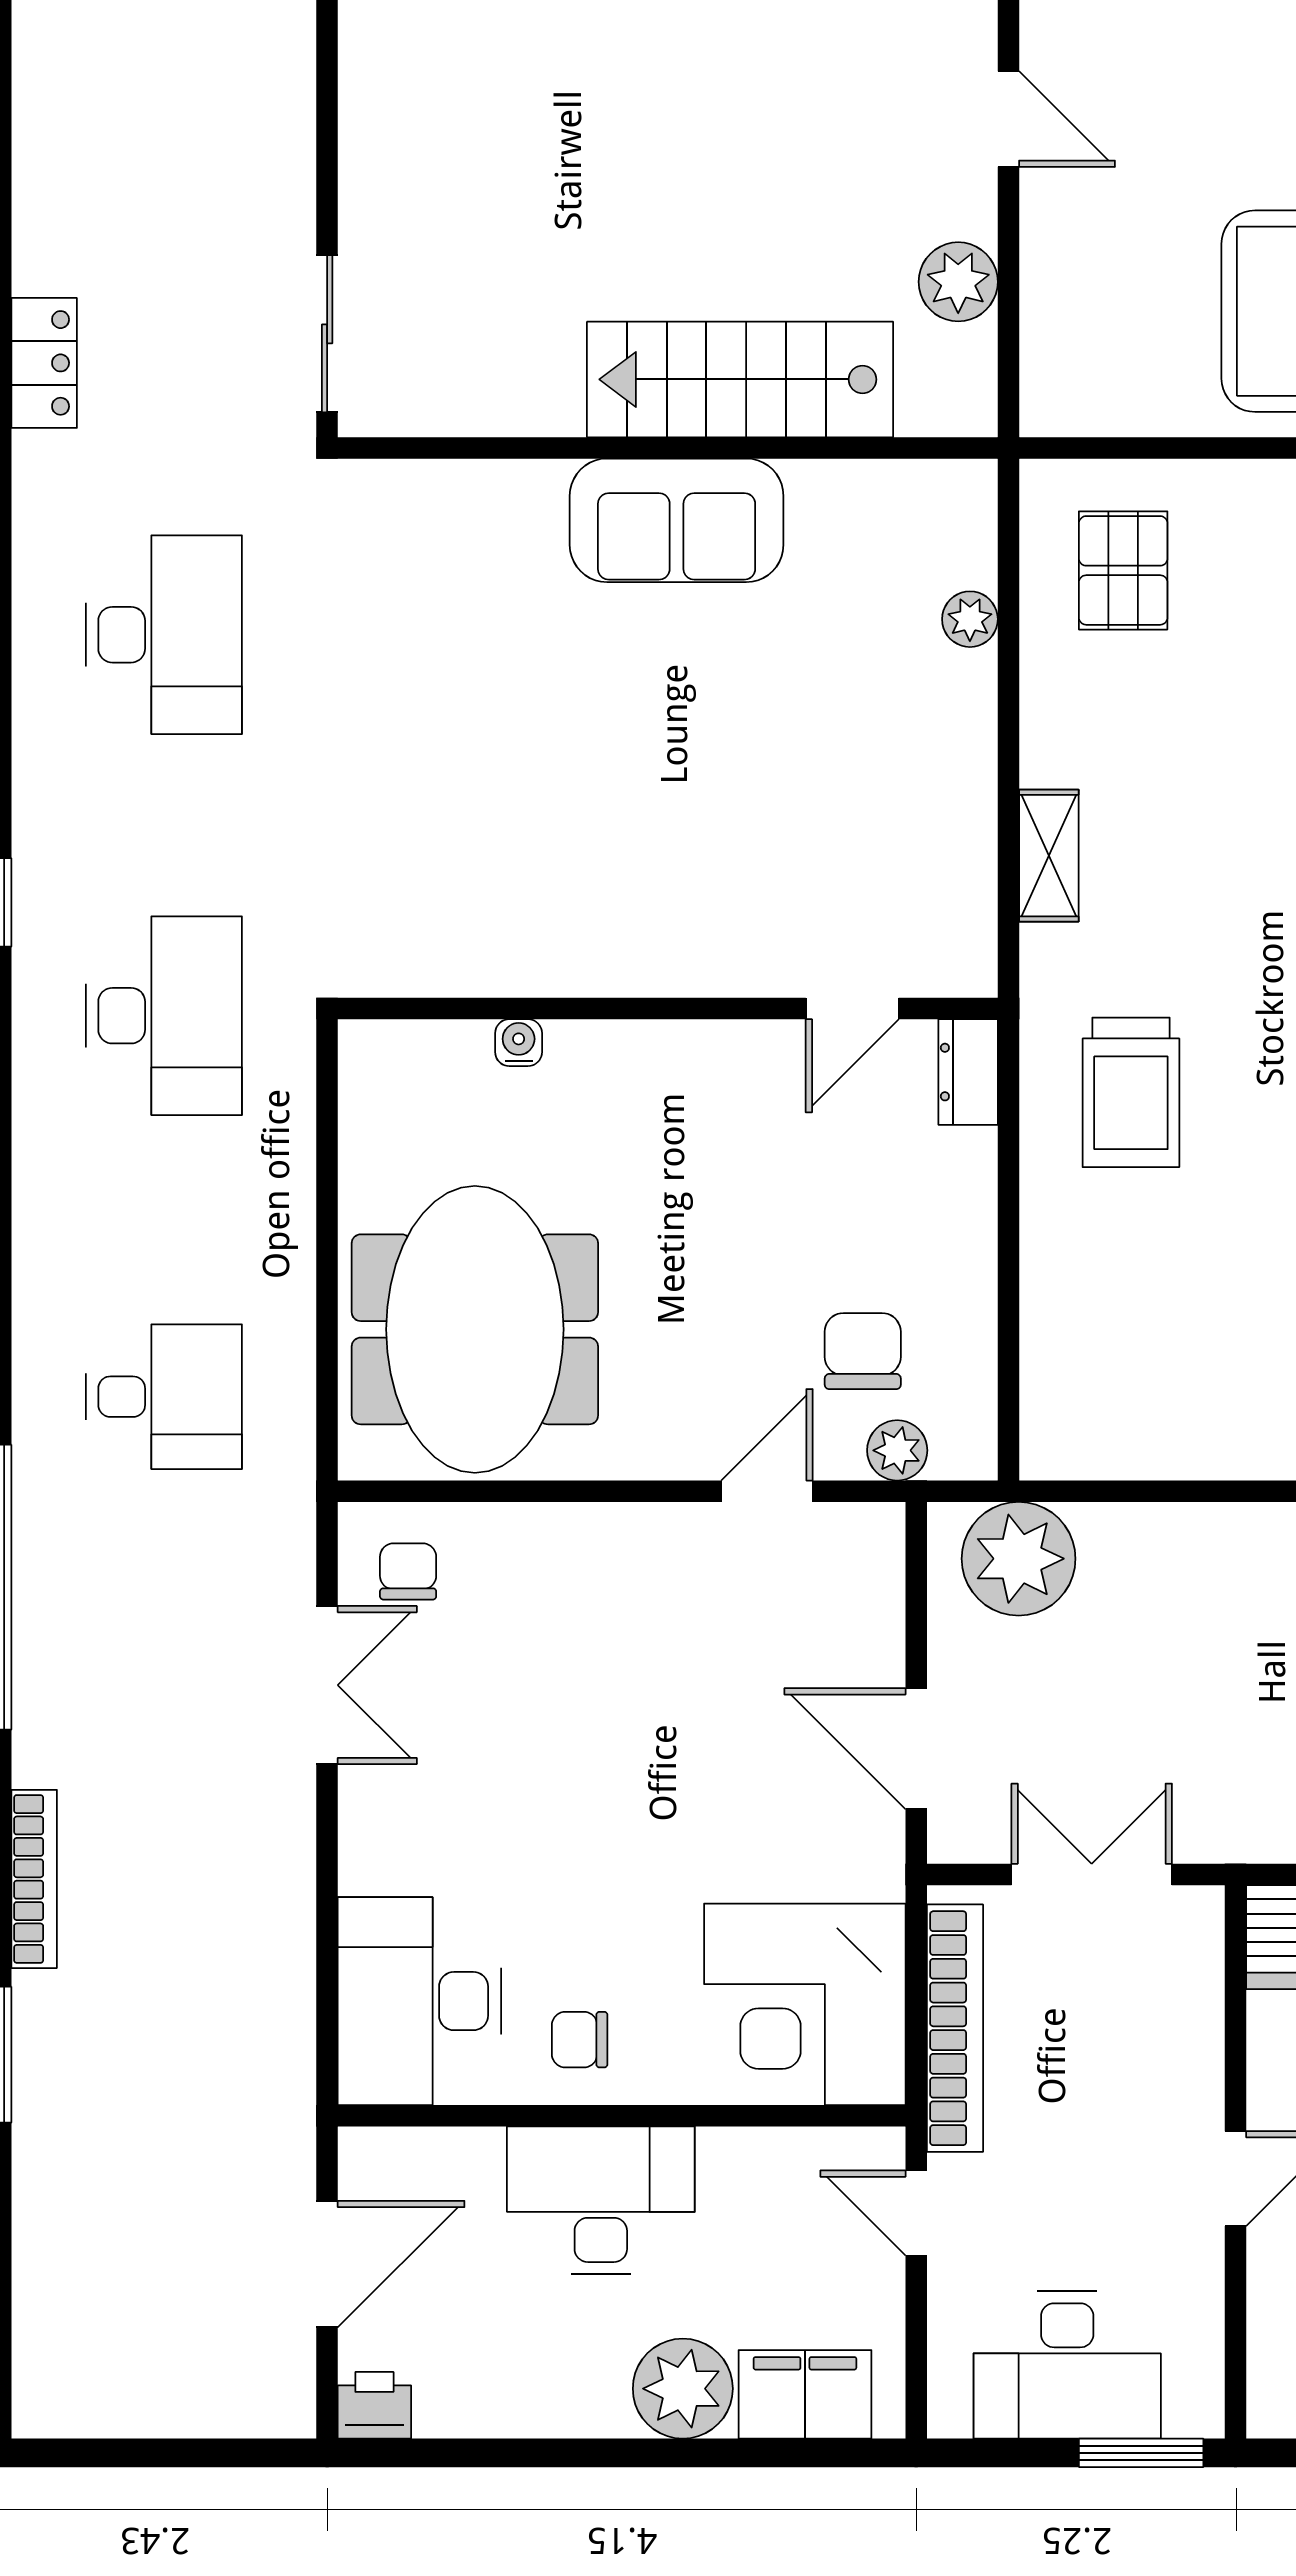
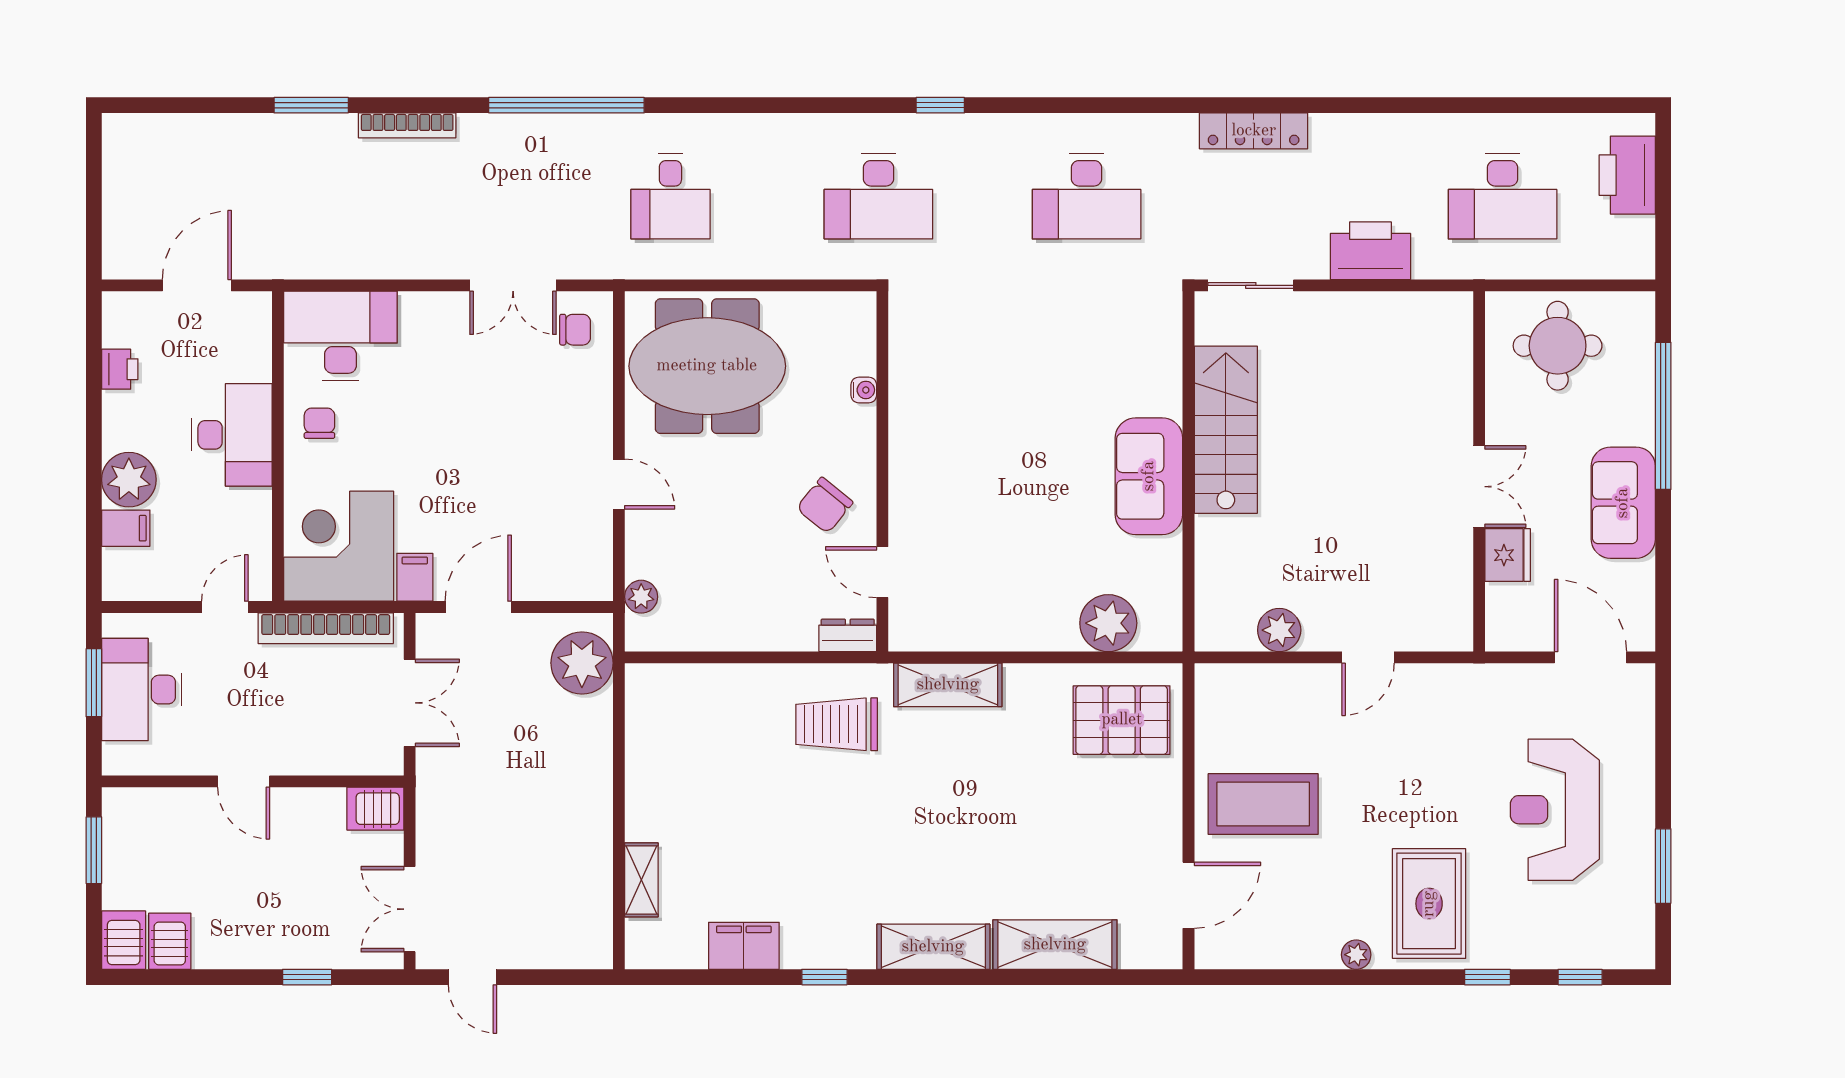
printer: (264, 115) -> (1370, 251), added
locker: (44, 363) -> (1254, 131), width x1.53
stairs: (740, 379) -> (1226, 430), moved
pallet: (1123, 570) -> (1122, 720), width x1.50, depth x1.42
plant: (970, 619) -> (1108, 623), width x1.88, depth x1.88
shelving: (1049, 856) -> (948, 685), width x1.50, depth x1.33
chair: (863, 1351) -> (825, 505), moved, turned 129
door: (767, 1491) -> (619, 484), moved
filing cabinet: (862, 1865) -> (415, 577), added
door: (327, 2264) -> (197, 285), swing flipped
filing cabinet: (805, 2394) -> (126, 528), width x0.50
printer: (374, 2405) -> (120, 369), moved
window: (1141, 2453) -> (94, 683), moved

